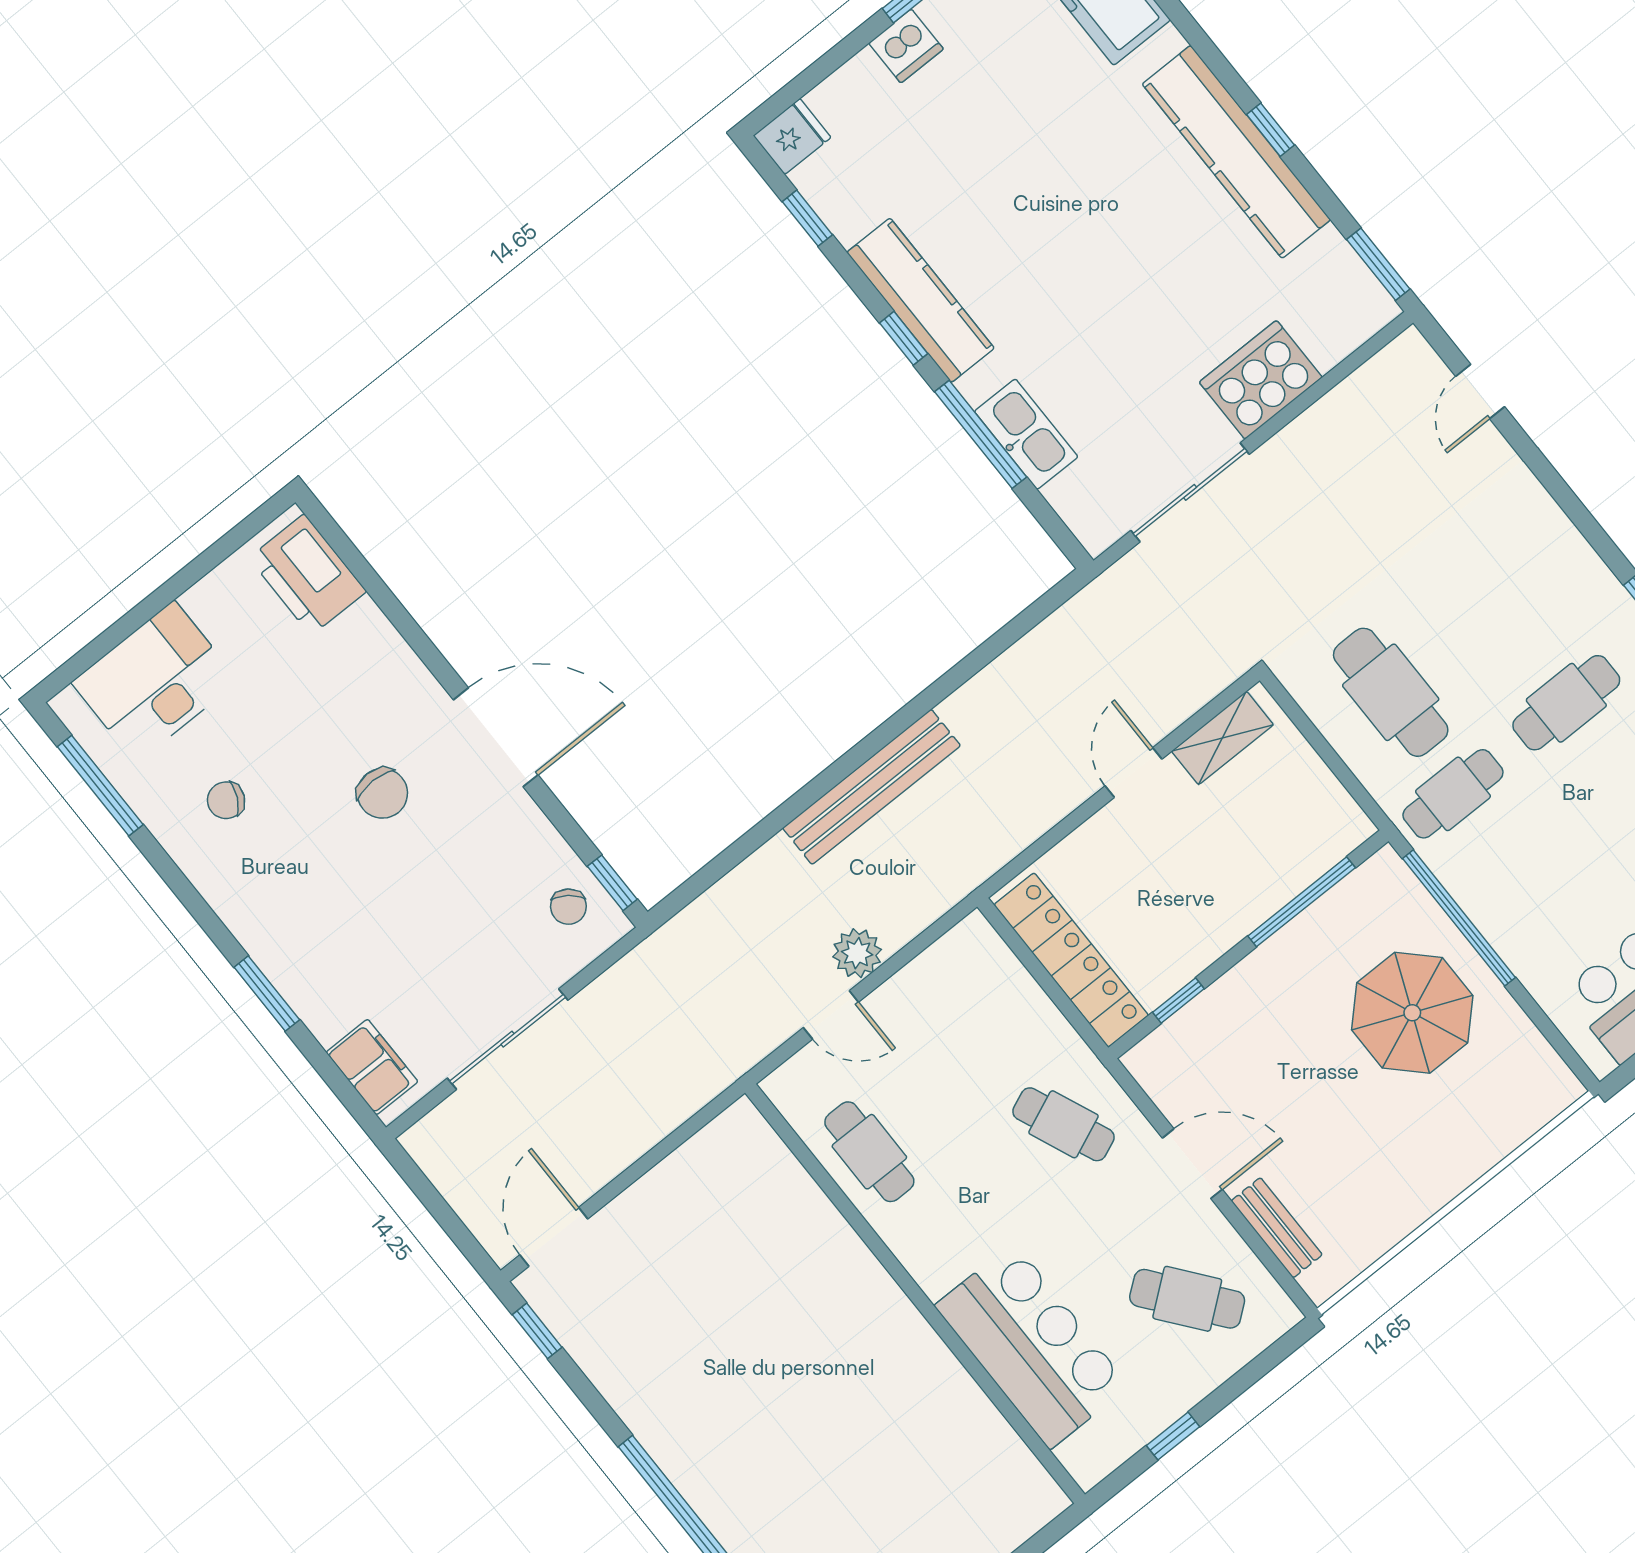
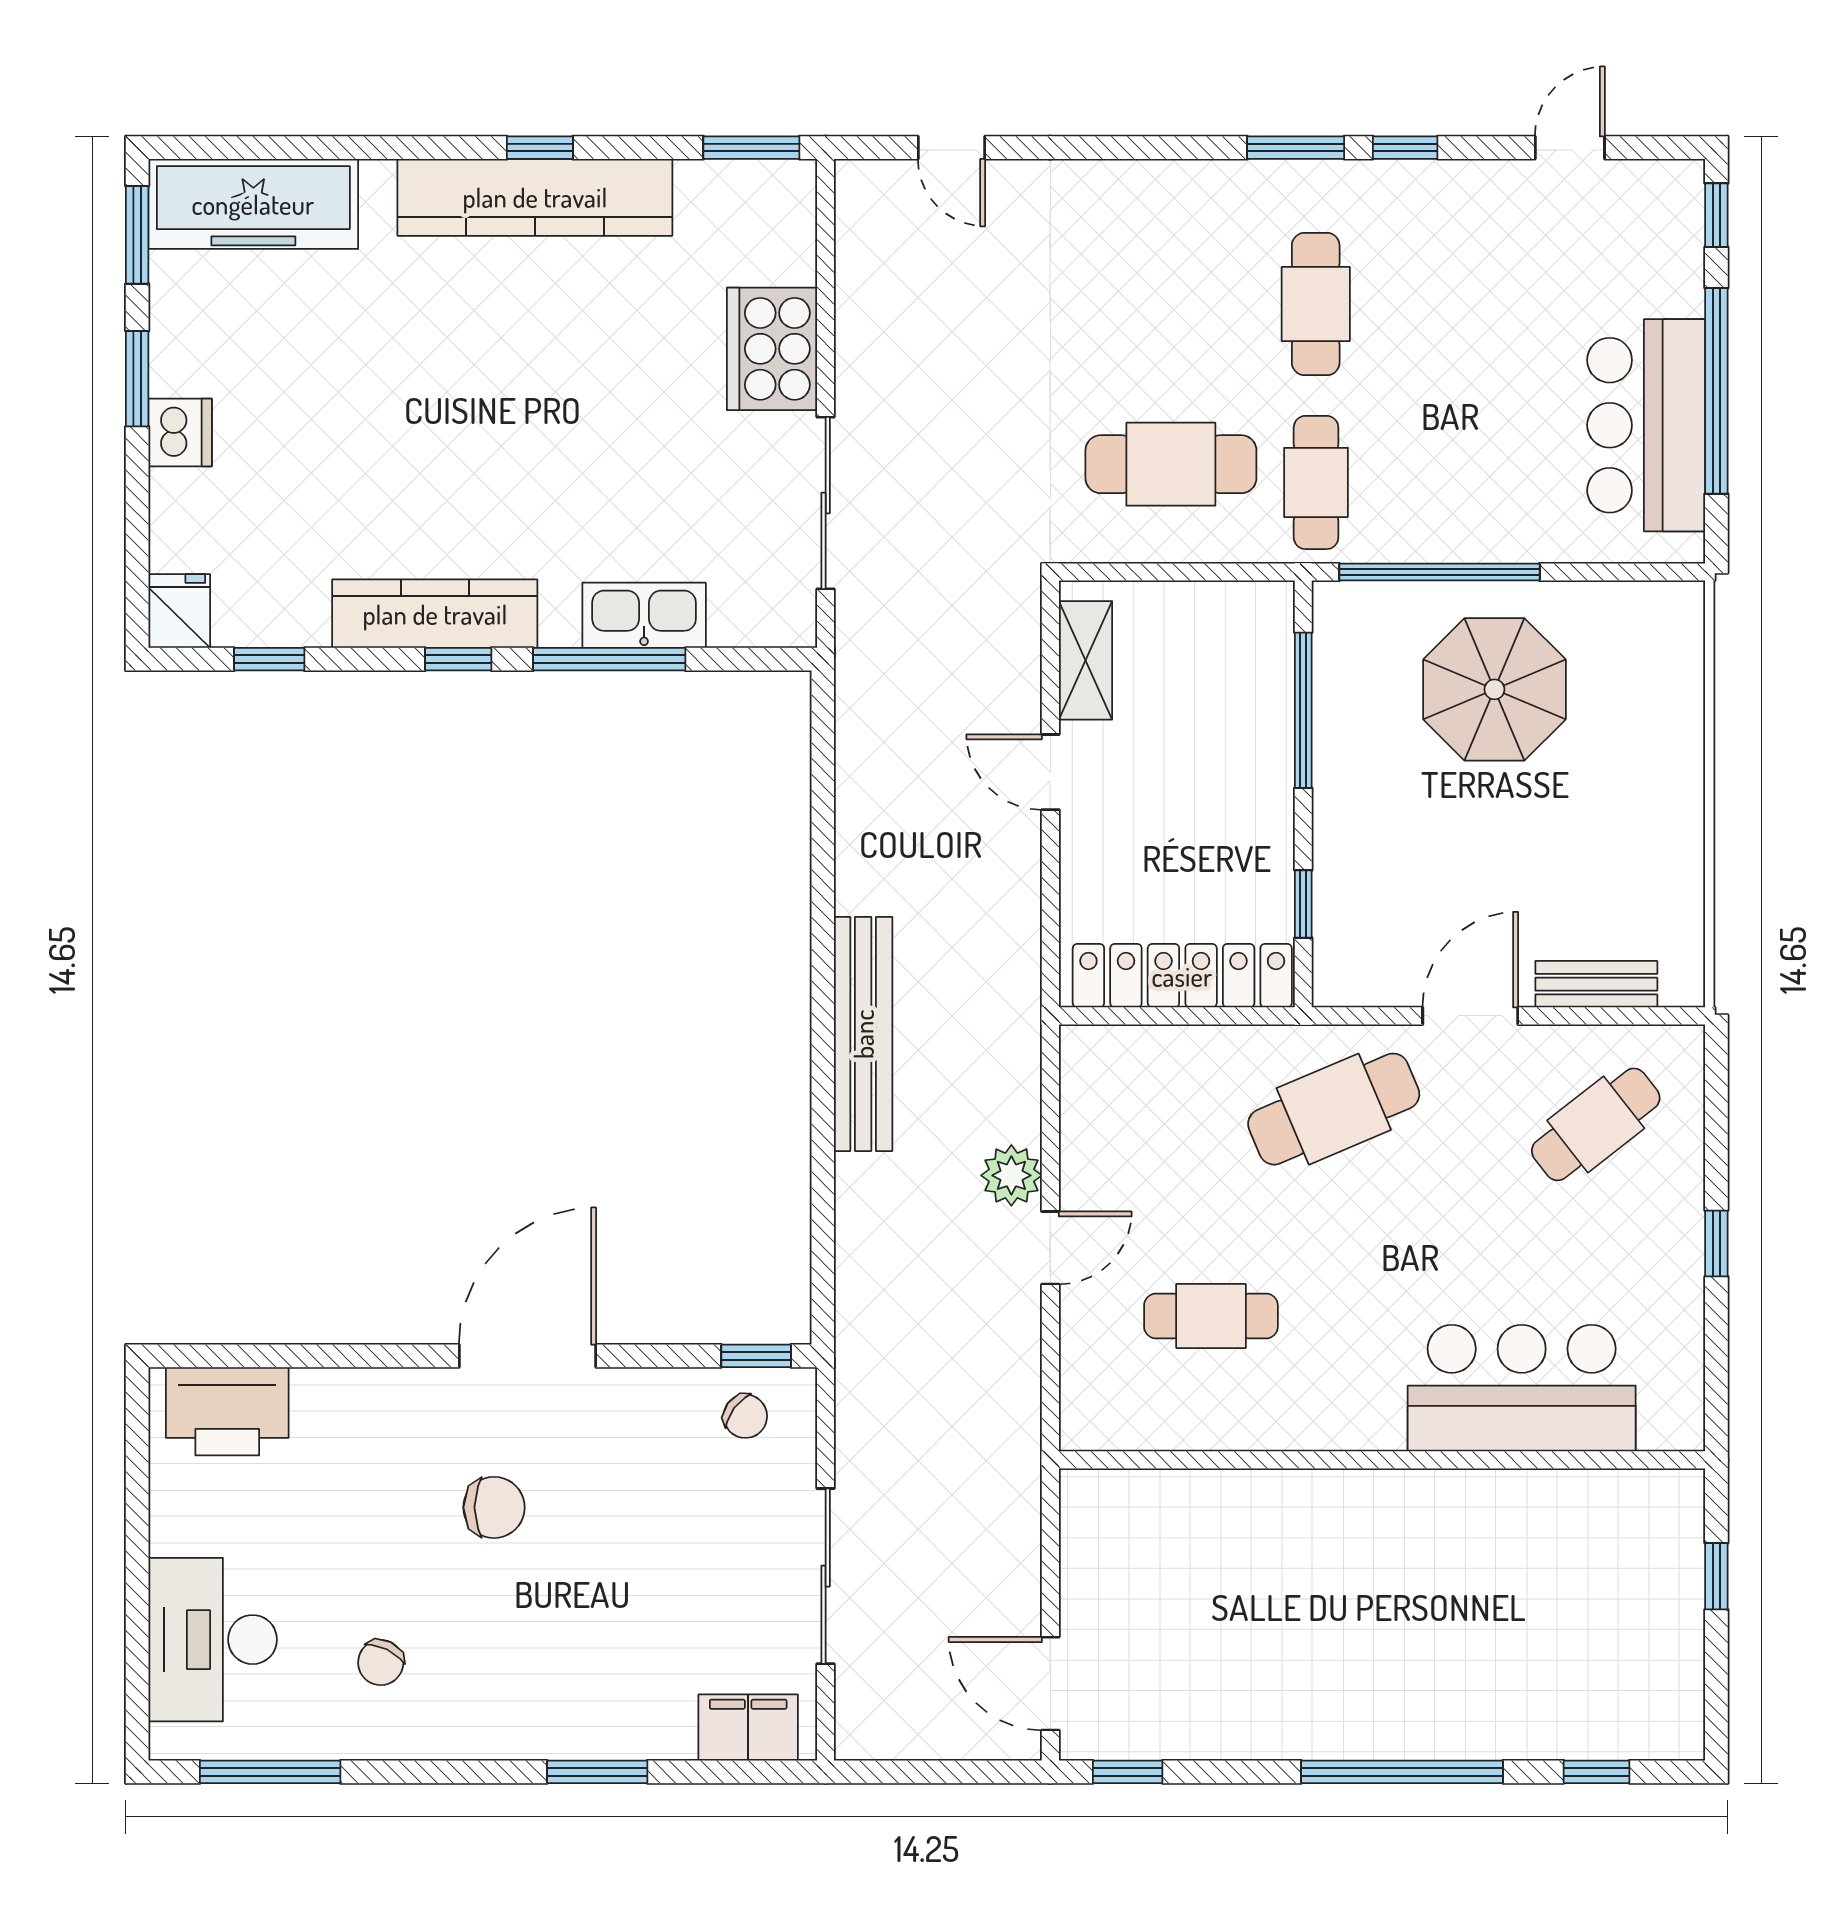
cafe table: (1063, 1124) -> (1334, 1109), width x1.37, depth x1.35
wall: (915, 1294) -> (1382, 1460), moved
bar counter: (1032, 1346) -> (1522, 1388), moved

